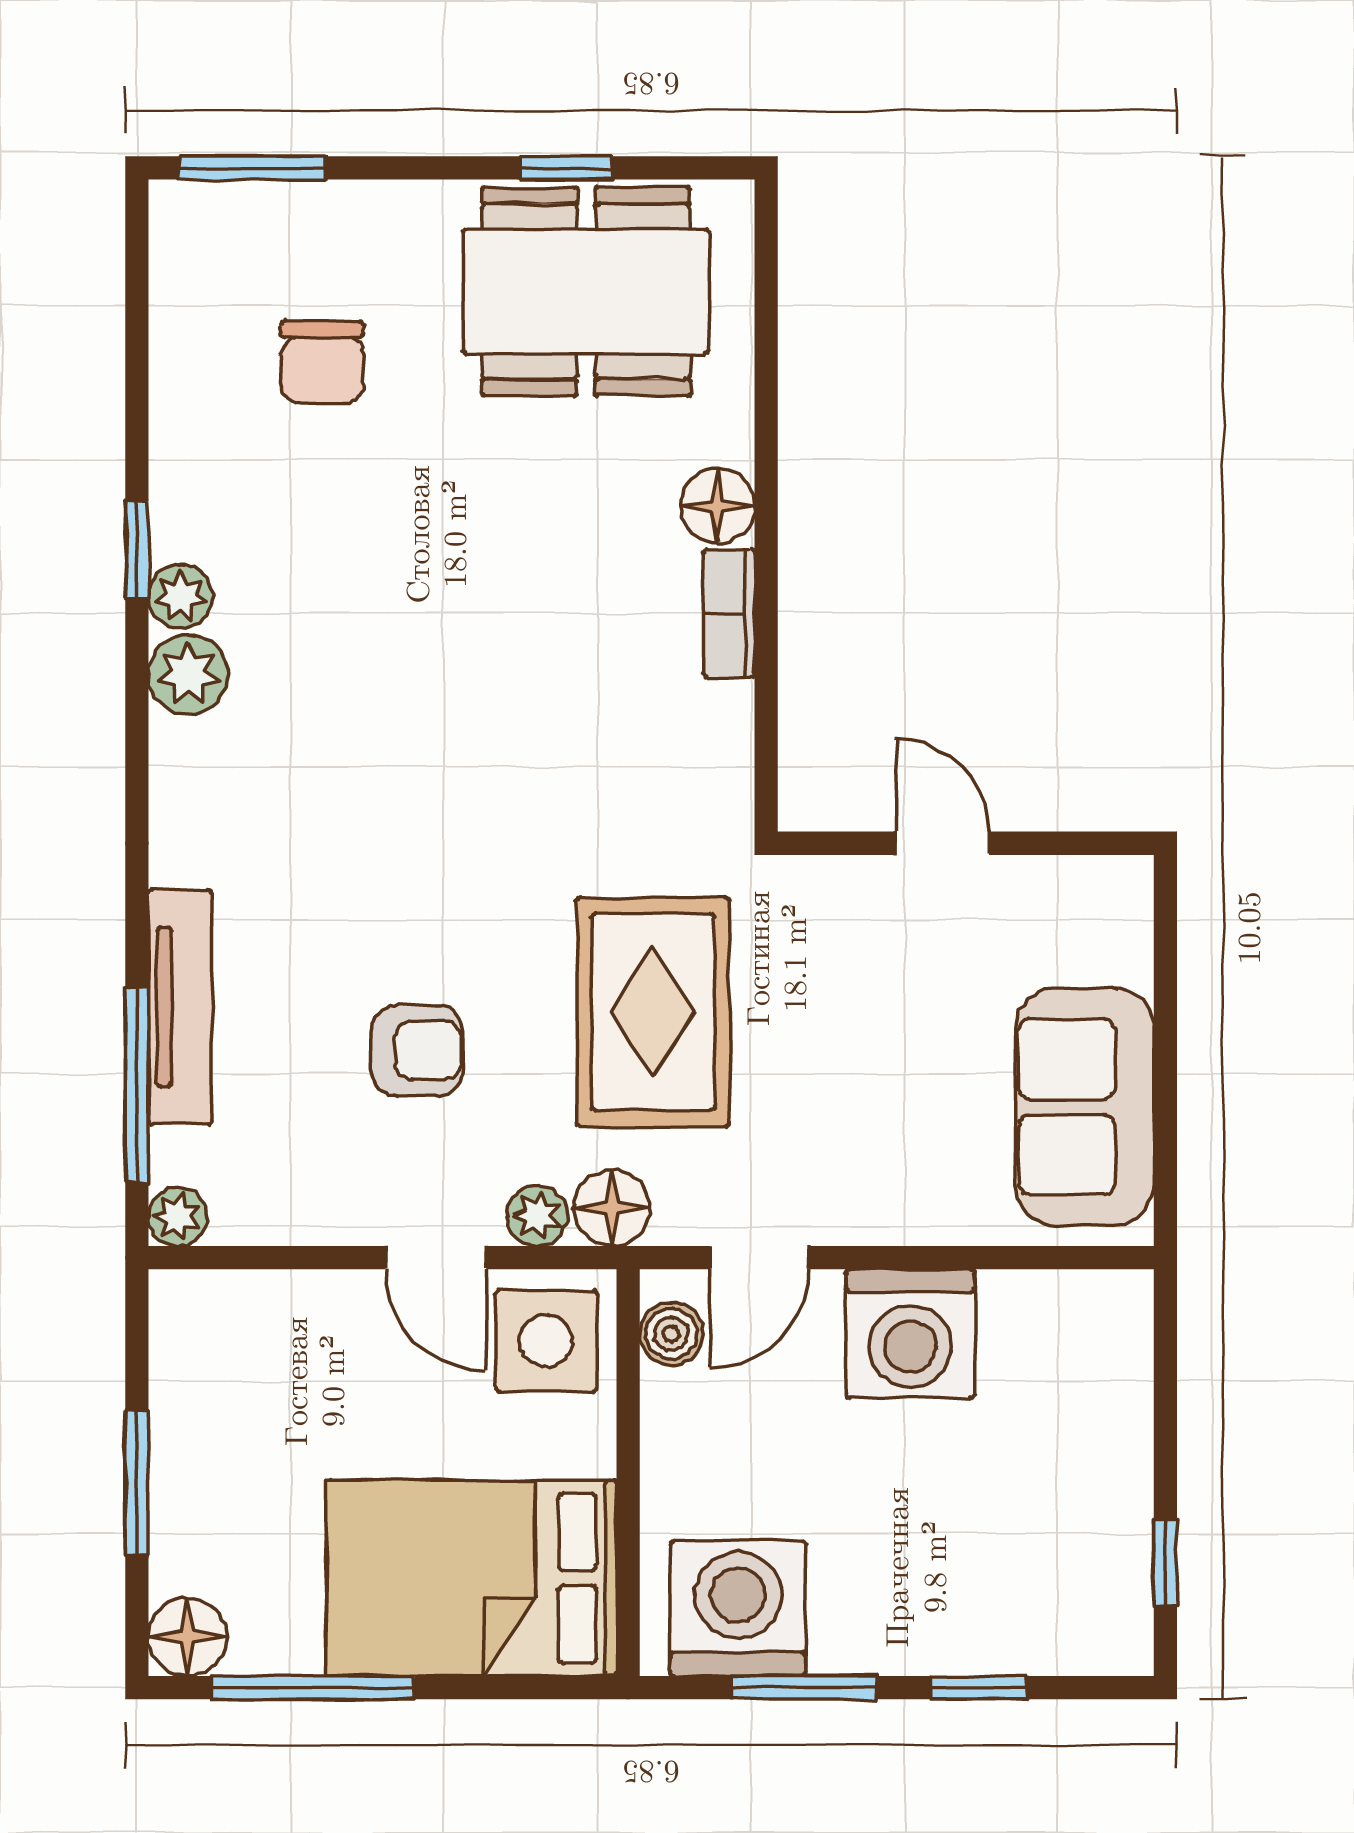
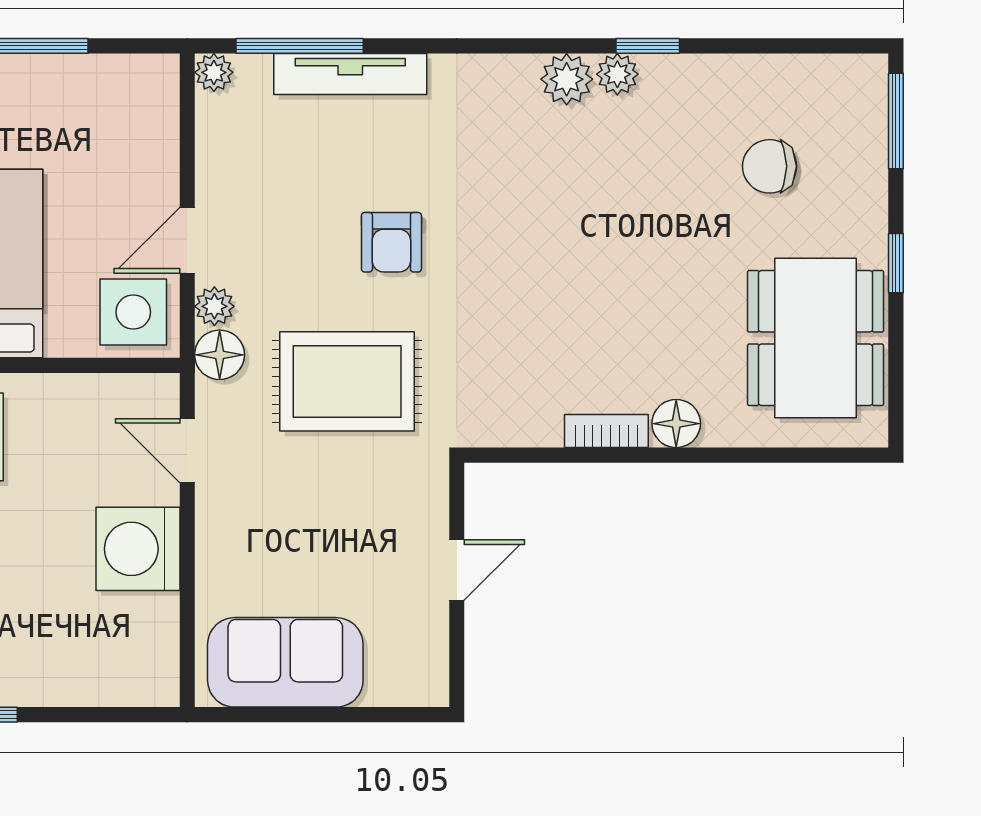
window: (566, 168) -> (896, 263), moved
armchair: (417, 1051) -> (391, 242), moved
boiler: (671, 1334) -> (138, 393), removed

